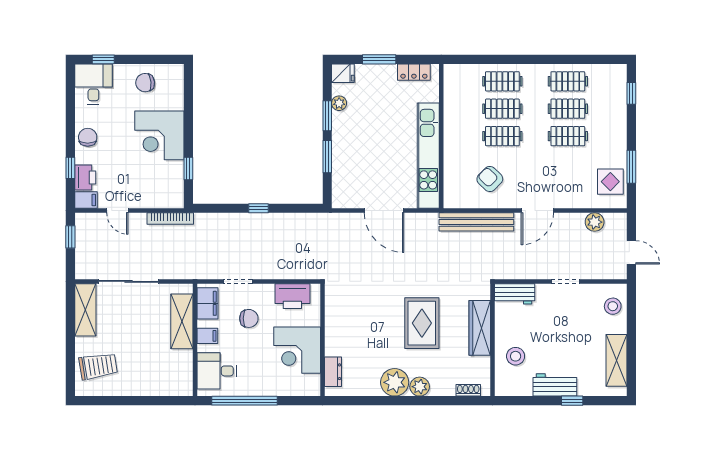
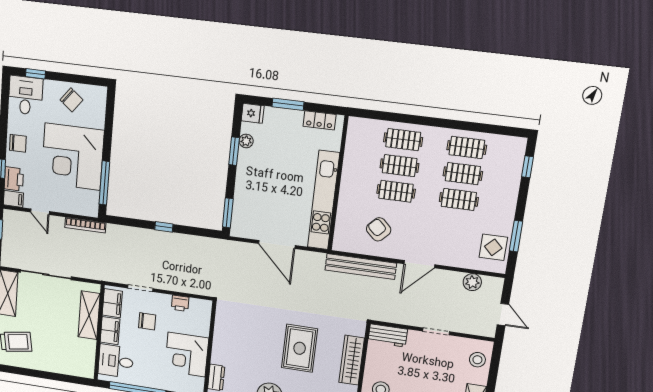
chair: (145, 83) -> (71, 100), turned -136
corner desk: (159, 135) -> (73, 157), width x1.36, depth x1.36
chair: (88, 137) -> (18, 143), turned 90
window: (327, 157) -> (228, 213), moved
window: (188, 168) -> (104, 183), width x2.17
printer: (292, 296) -> (180, 303), width x0.53, depth x0.68
filing cabinet: (207, 336) -> (110, 331), width x2.00

